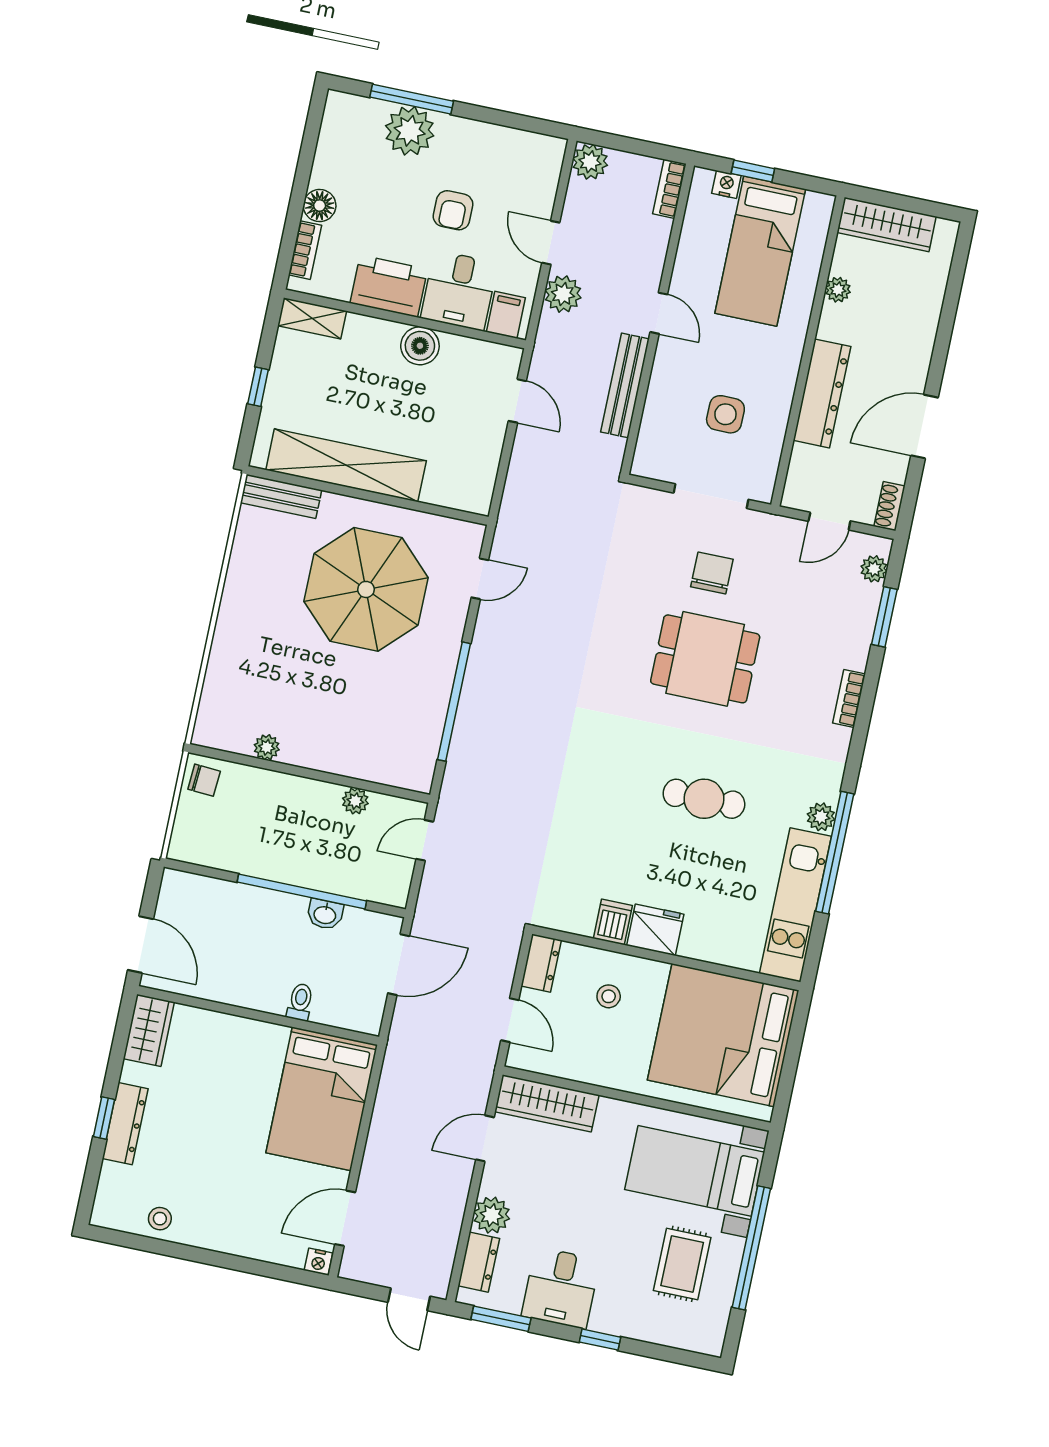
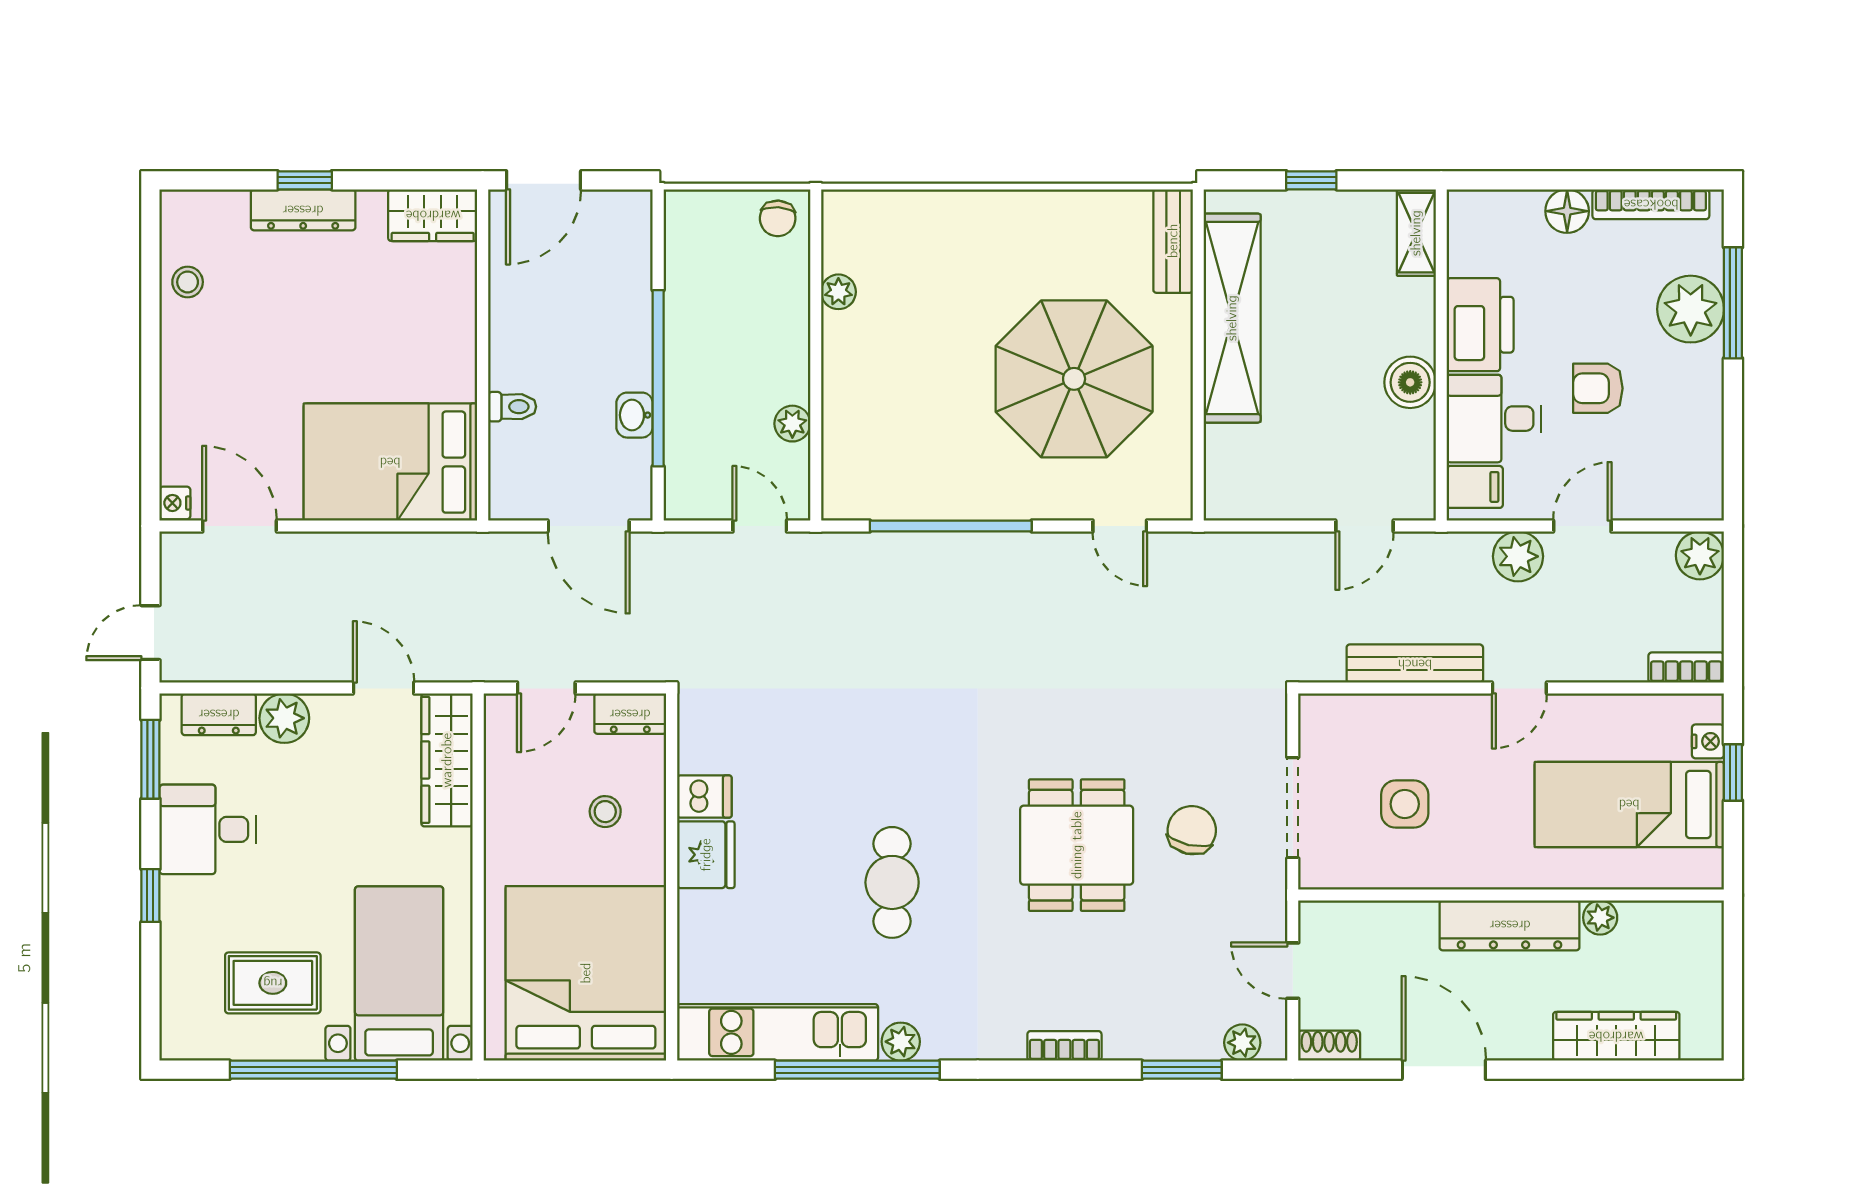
wardrobe: (887, 225) -> (1616, 1036), moved, turned 90
bookcase: (305, 250) -> (1651, 204), moved, width x1.56
dresser: (822, 393) -> (1510, 925), moved
chair: (712, 573) -> (1192, 830), turned -77

